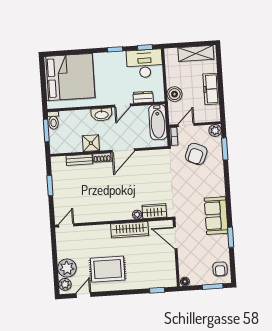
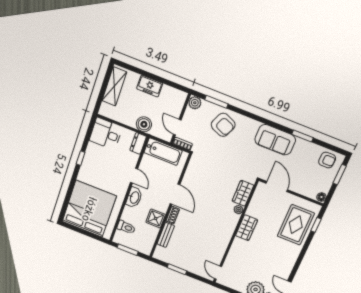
window: (145, 47) -> (90, 131), removed
desk: (145, 64) -> (106, 134), width x0.73
freezer: (211, 89) -> (150, 86), width x0.71
dresser: (143, 97) -> (138, 143), moved
toilet: (53, 120) -> (126, 227), moved
armchair: (196, 154) -> (223, 125), moved
wardrobe: (130, 230) -> (247, 228), width x0.67
door: (175, 238) -> (277, 187), swing flipped
rug: (108, 269) -> (296, 225), moved

